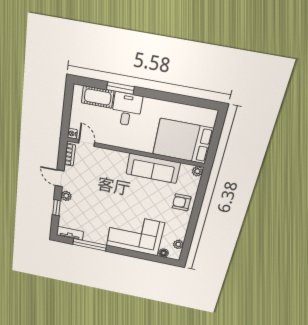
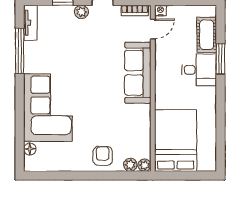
sofa: (153, 168) -> (138, 73), moved
plant: (178, 244) -> (130, 165), moved

